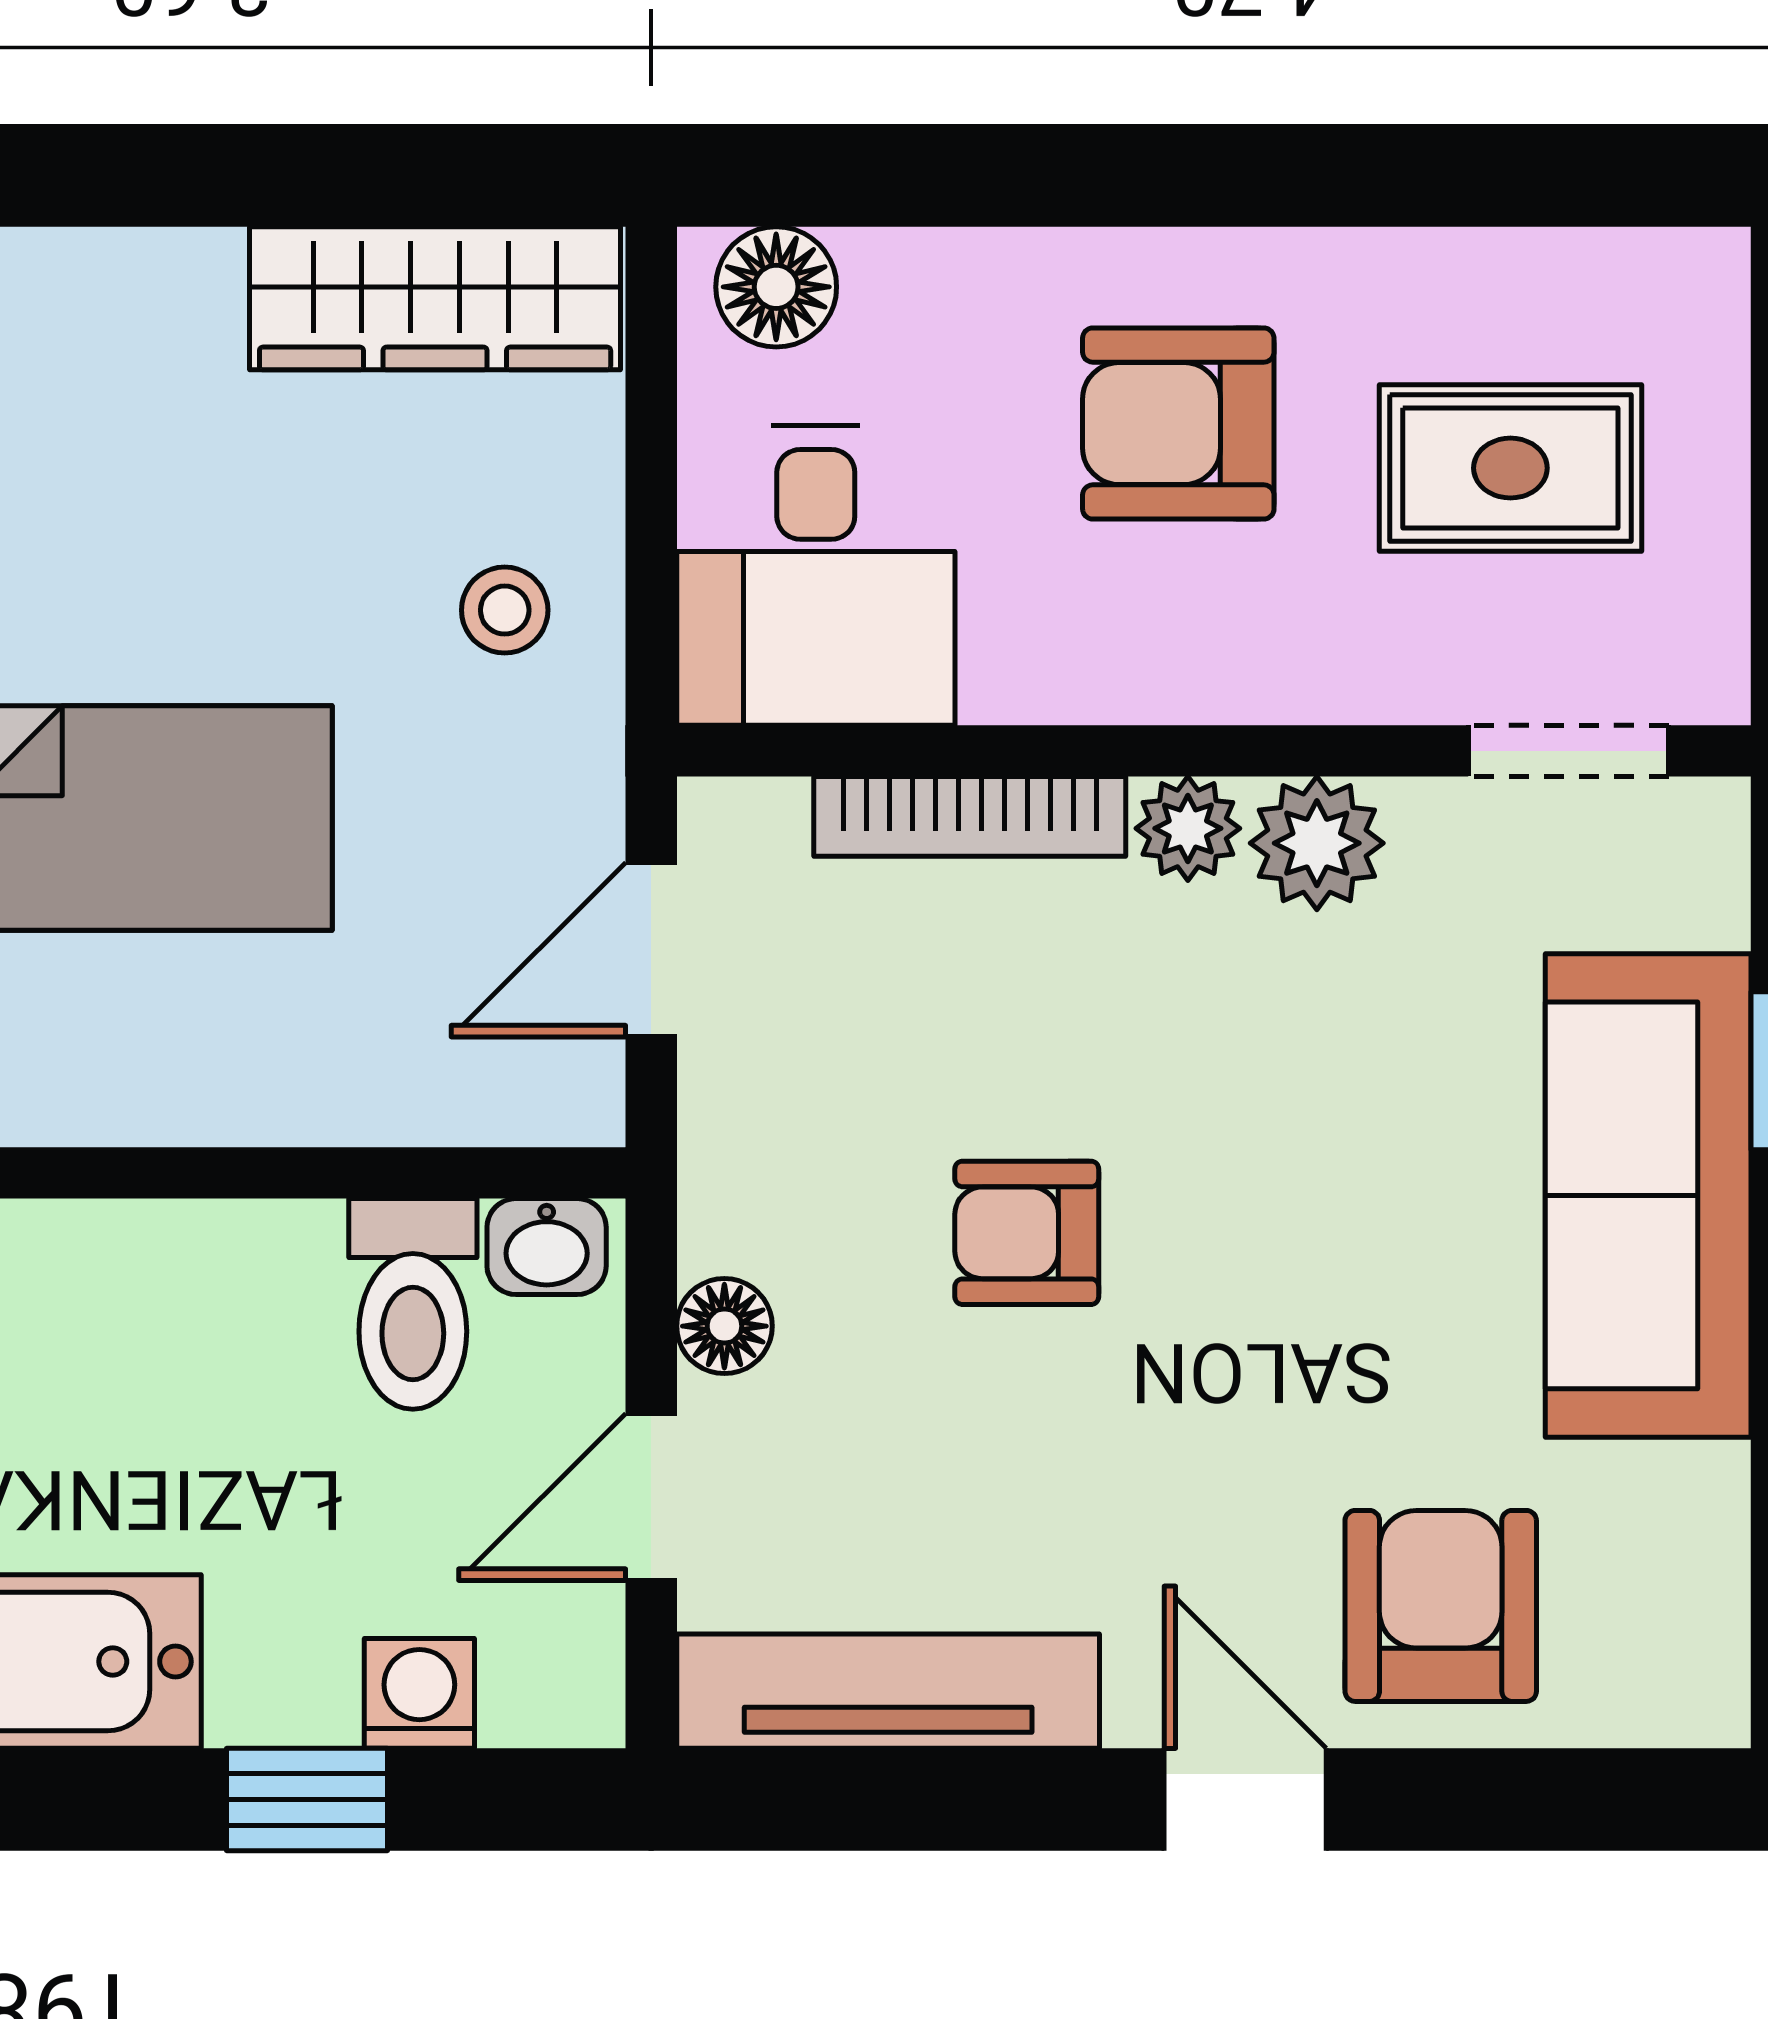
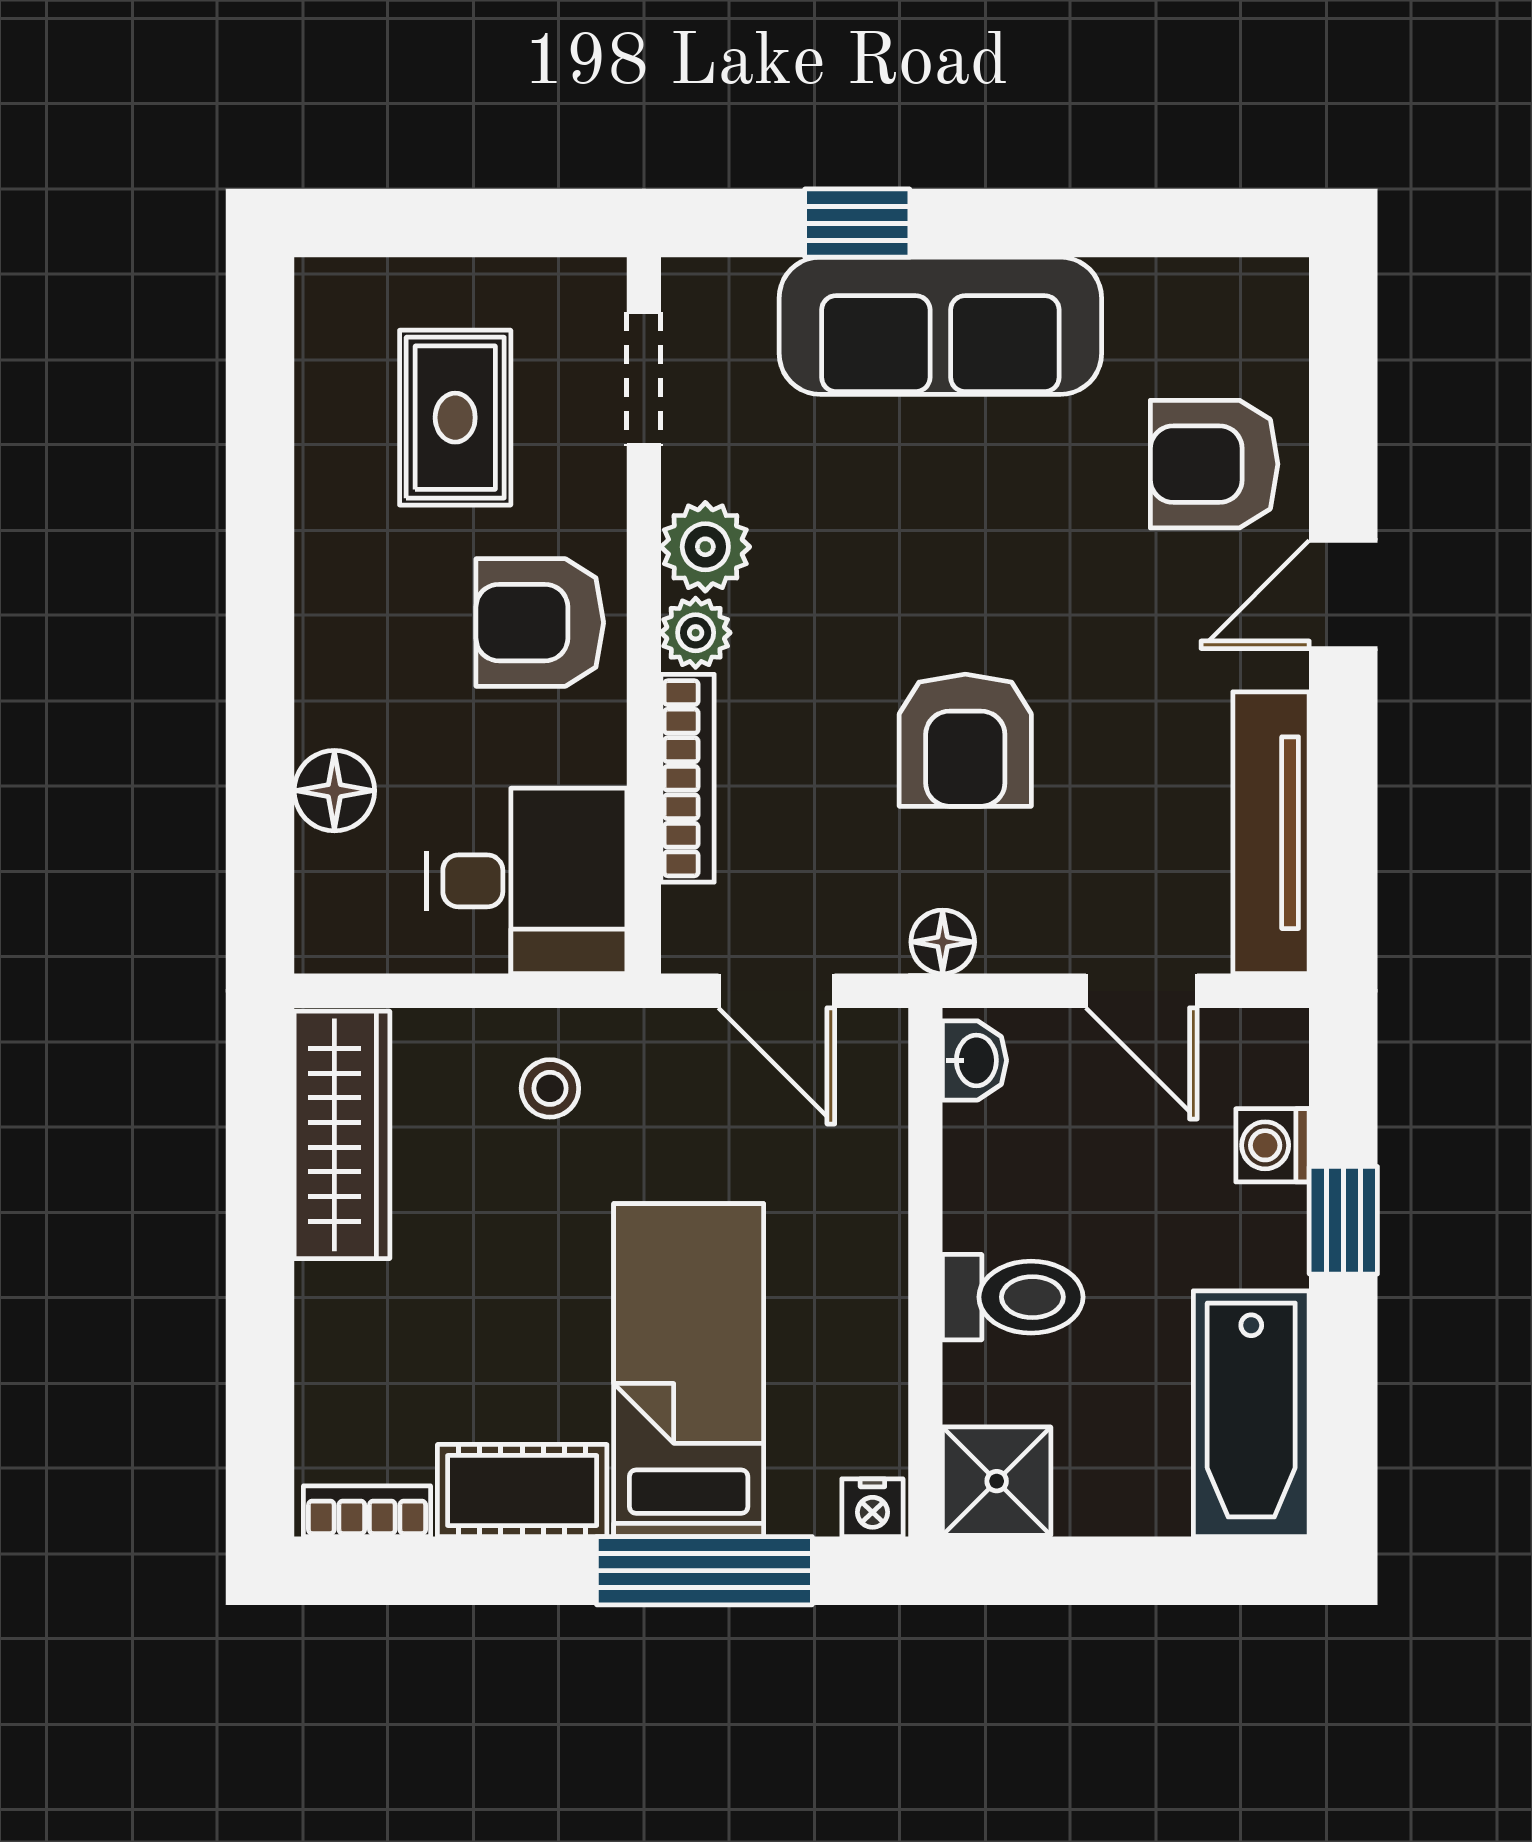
floor lamp: (776, 287) -> (334, 791), moved
armchair: (1178, 424) -> (540, 623), moved, turned 90
armchair: (1027, 1233) -> (965, 740), width x1.38, depth x1.38
toilet: (413, 1304) -> (1013, 1297), moved
floor lamp: (724, 1326) -> (943, 942), moved

